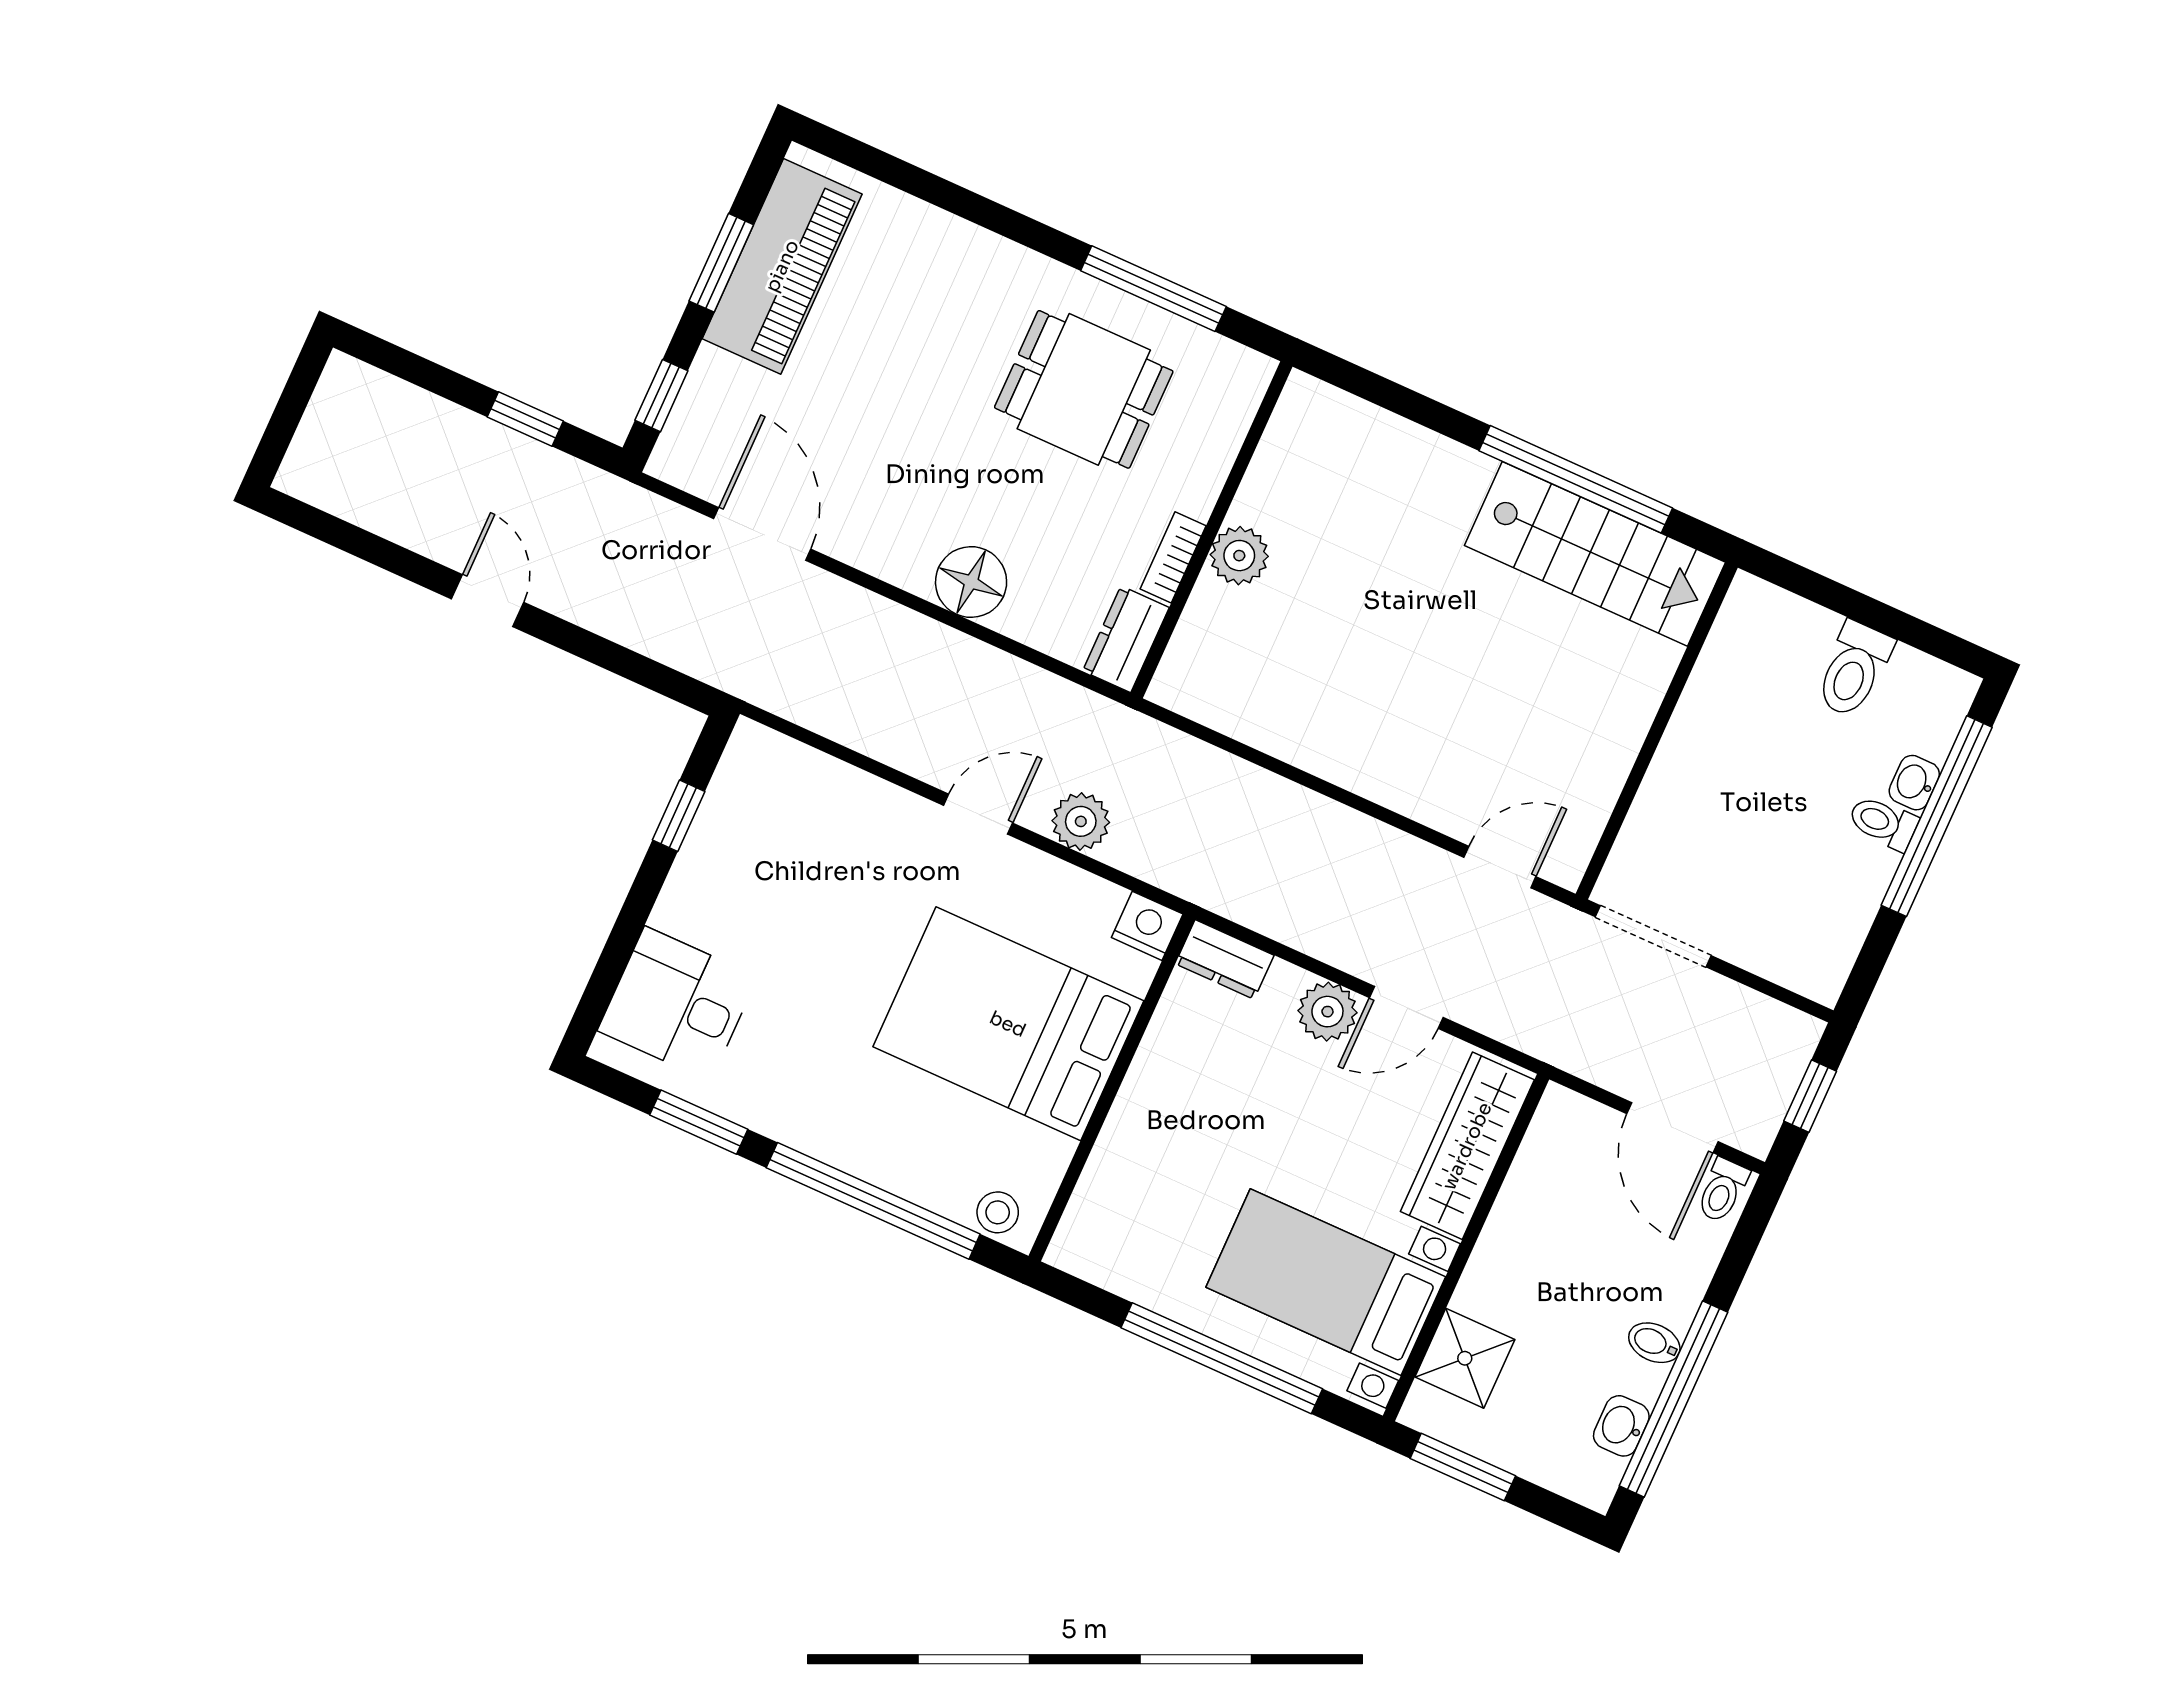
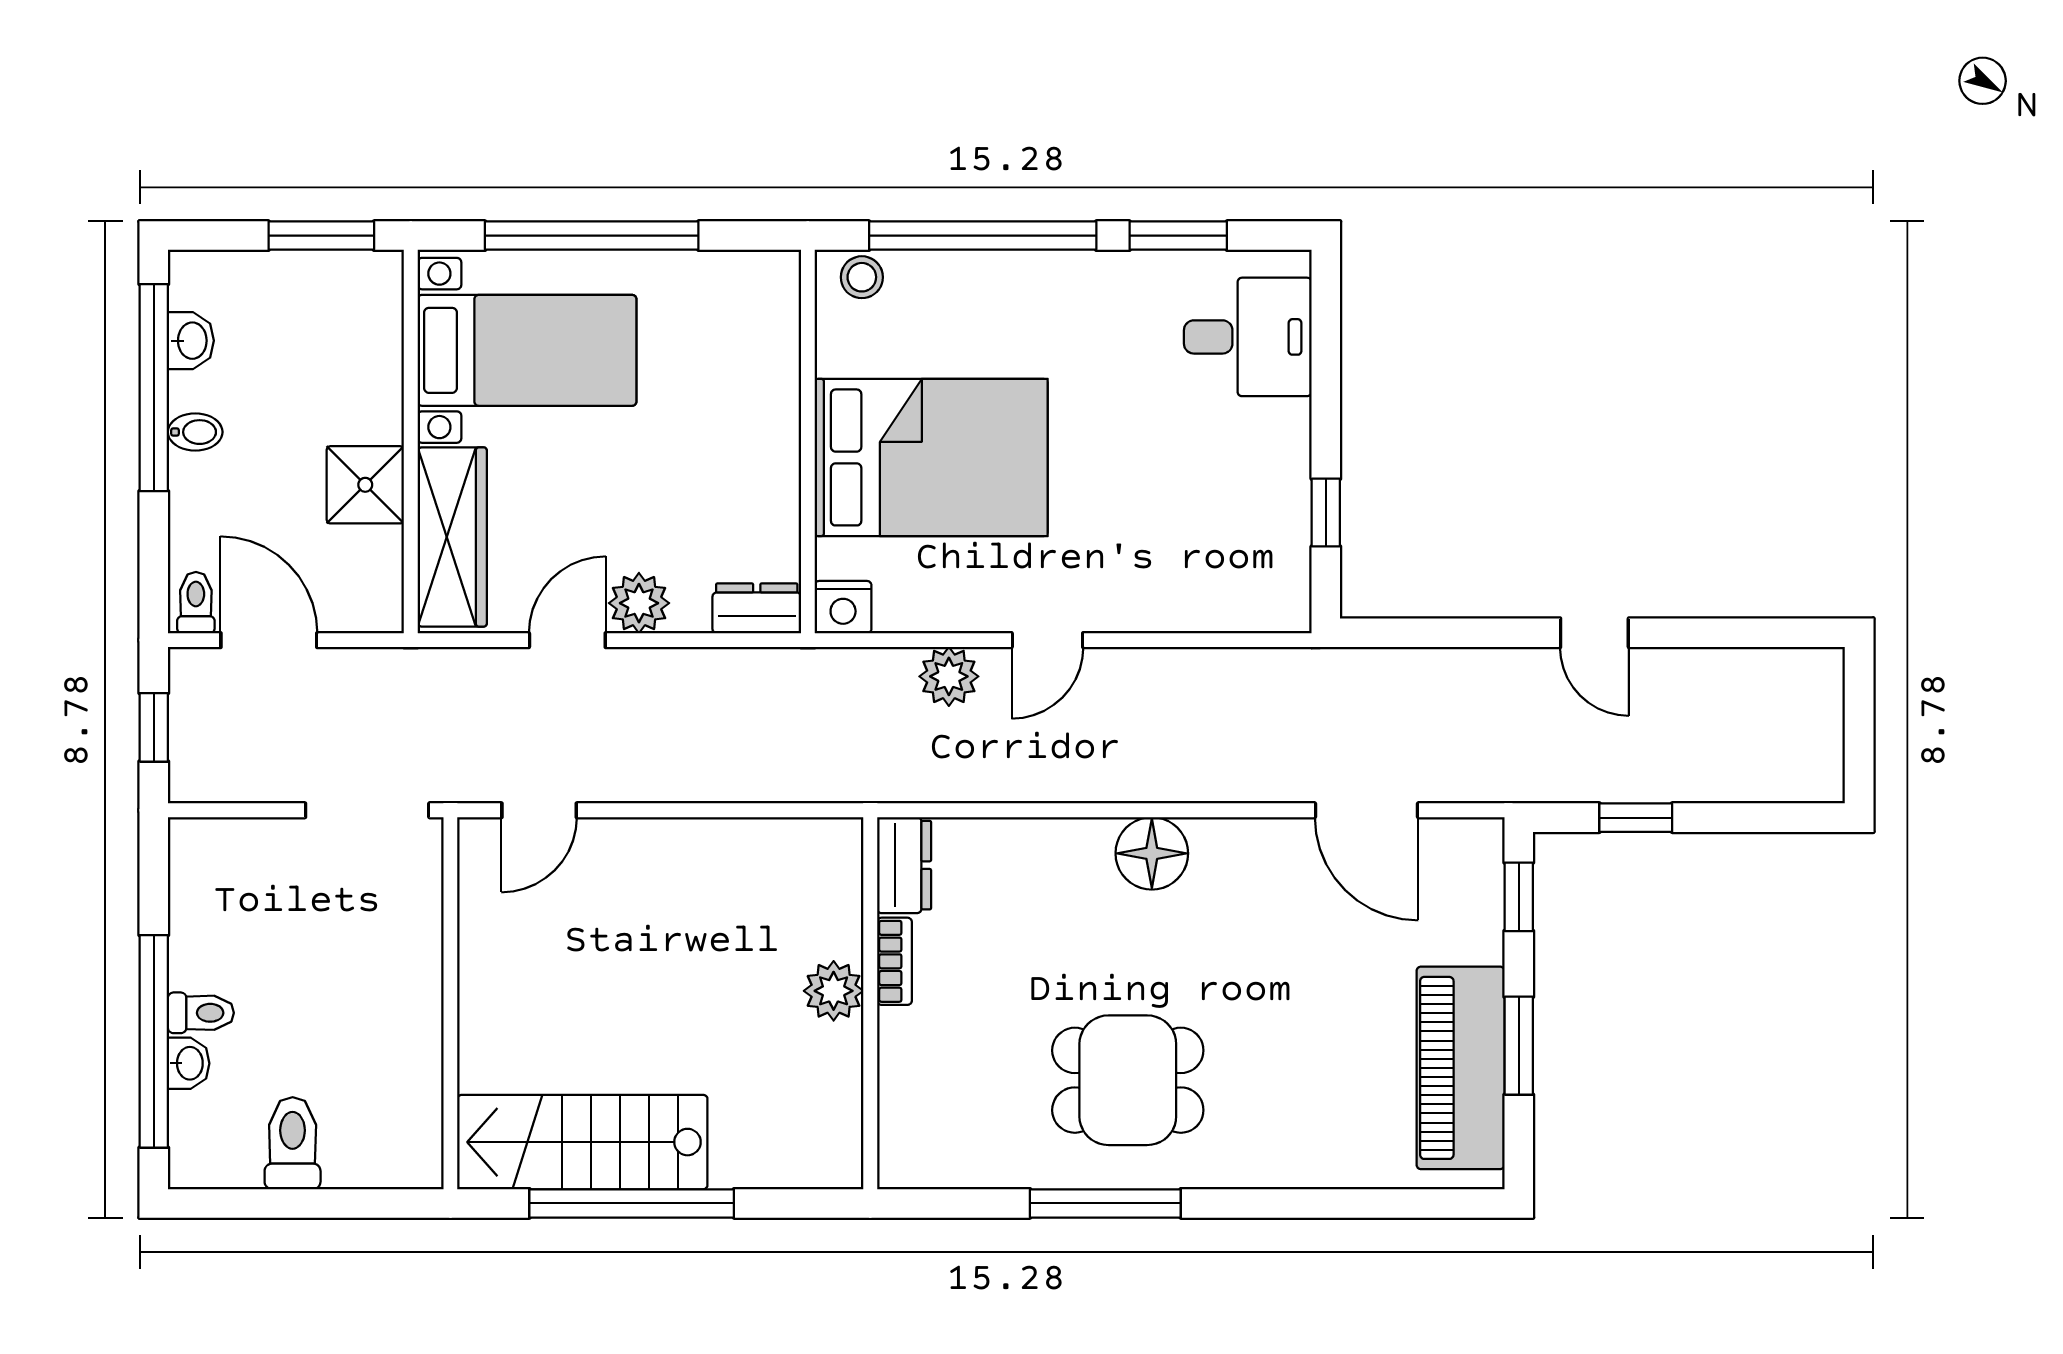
wall: (1212, 530) -> (870, 1003), moved
plant: (1239, 556) -> (834, 991), moved
bookcase: (1173, 557) -> (894, 961), moved
dresser: (1126, 639) -> (904, 865), moved
shower: (1465, 1358) -> (365, 485), moved

